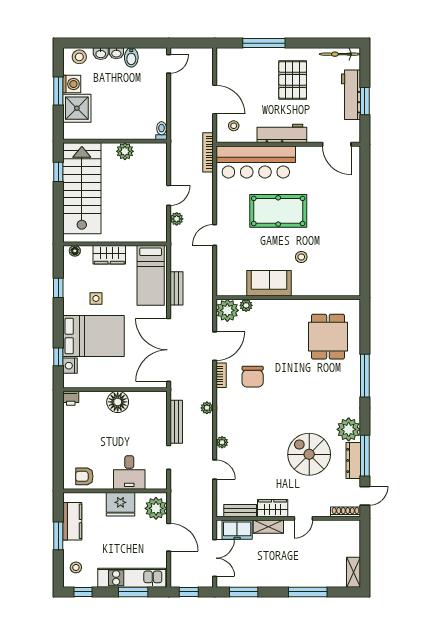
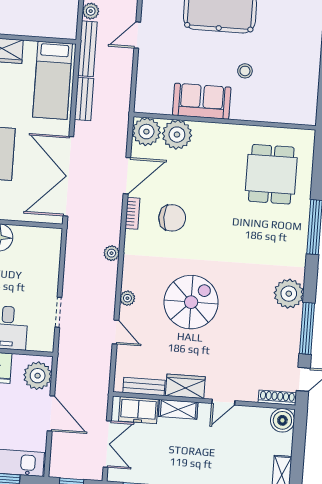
plant: (246, 305) -> (177, 135), width x1.88, depth x1.88
chair: (253, 377) -> (172, 218), turned -90
bench: (176, 422) -> (87, 49), moved
spiral stairs: (309, 454) -> (191, 302), moved, turned 90
dresser: (353, 460) -> (292, 333), removed
boiler: (351, 529) -> (282, 420), added

